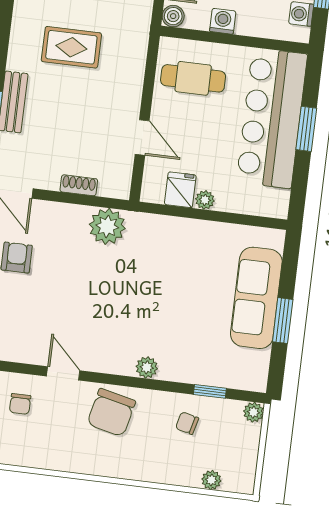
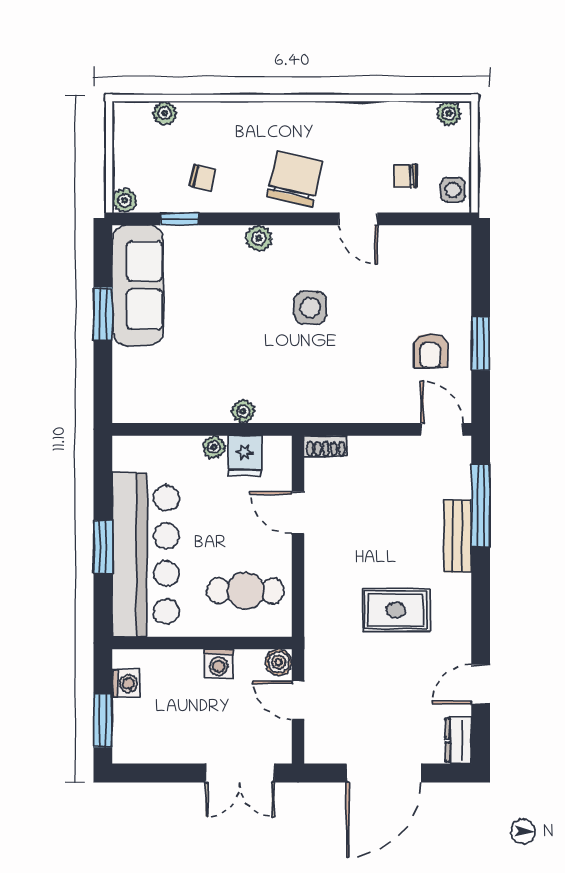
shoe rack: (79, 185) -> (326, 446), moved
plant: (107, 226) -> (243, 411), moved, width x0.53, depth x0.53
sofa: (256, 298) -> (138, 285), moved
side table: (111, 305) -> (310, 308), added
chair: (20, 404) -> (405, 176), turned -90

